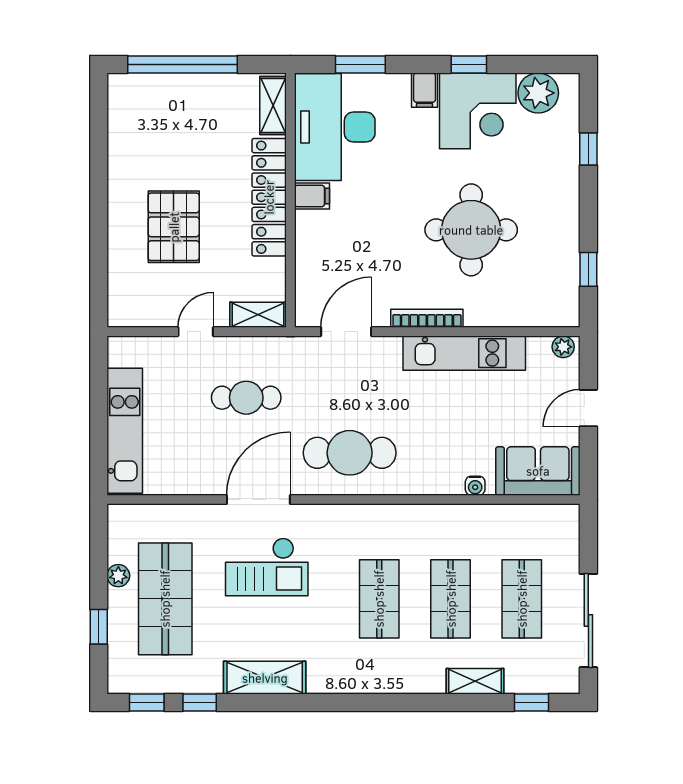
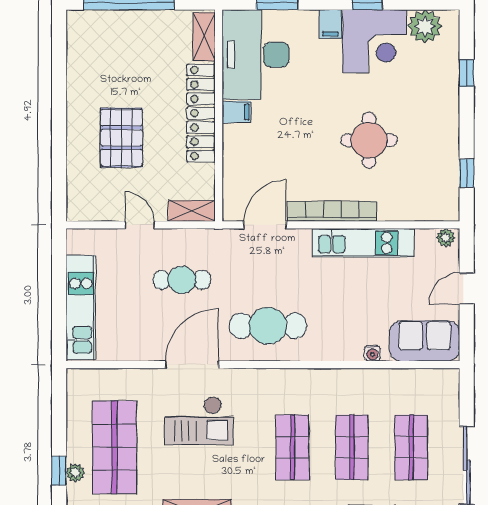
round table: (471, 230) -> (369, 140), width x0.73, depth x0.73
bookcase: (427, 318) -> (332, 211), width x1.48, depth x1.31
door: (196, 332) -> (140, 225), hinge flipped
plant: (118, 576) -> (75, 473), moved

